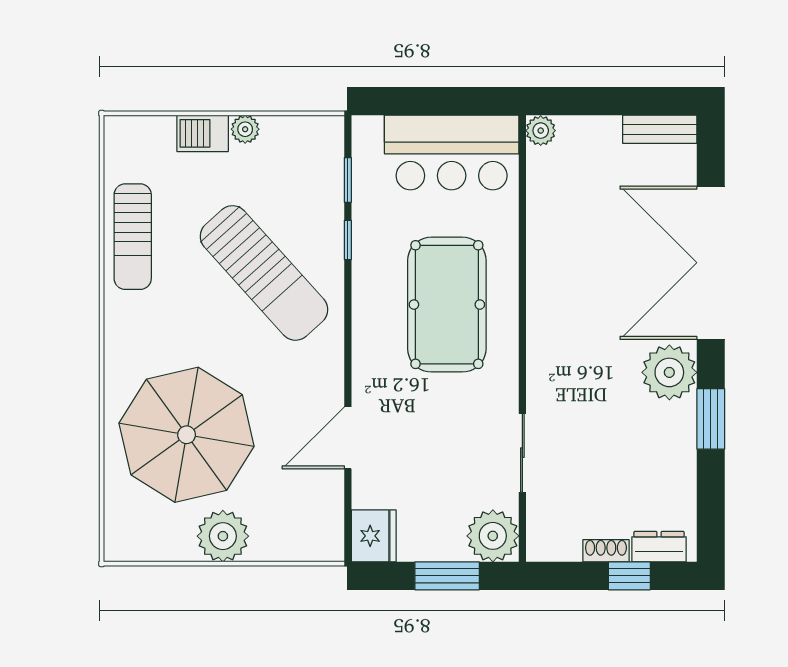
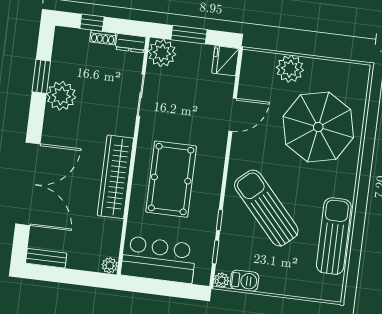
plant: (245, 129) -> (222, 280), moved
barbecue: (203, 133) -> (244, 281), moved
sun lounger: (133, 237) -> (334, 236), width x1.36, depth x1.34
wardrobe: (550, 296) -> (115, 177), added
plant: (669, 372) -> (61, 96), moved
window: (711, 419) -> (41, 76), moved
plant: (223, 536) -> (290, 69), moved
dresser: (659, 547) -> (131, 43), moved

